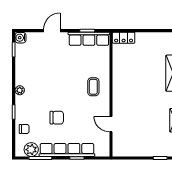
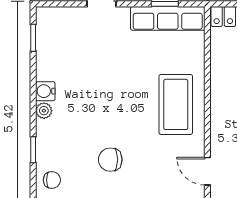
water cooler: (21, 38) -> (45, 91), moved
coffee table: (93, 87) -> (176, 104), width x1.86, depth x1.72
chair: (57, 118) -> (110, 160), turned 180

